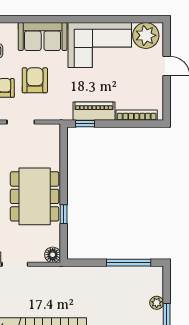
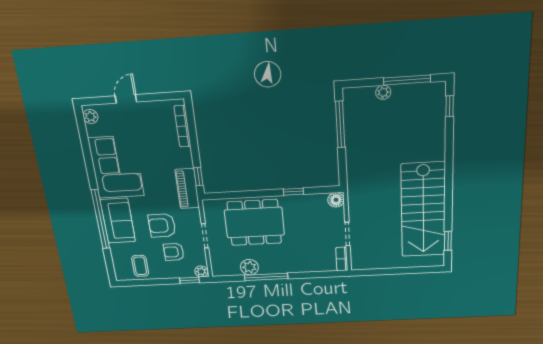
window: (45, 19) -> (100, 219), added
plant: (146, 35) -> (90, 117), width x0.53, depth x0.53
piano: (94, 111) -> (187, 189), moved
dining table: (35, 196) -> (254, 223), moved

